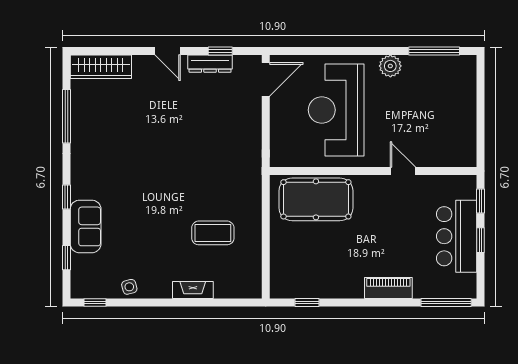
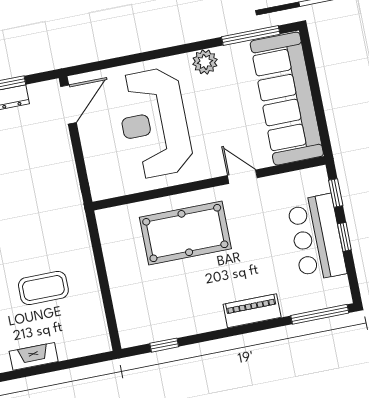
sofa: (454, 111) -> (287, 99), added
pool table: (316, 199) -> (185, 233), moved

